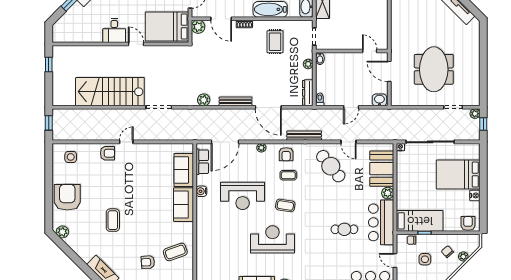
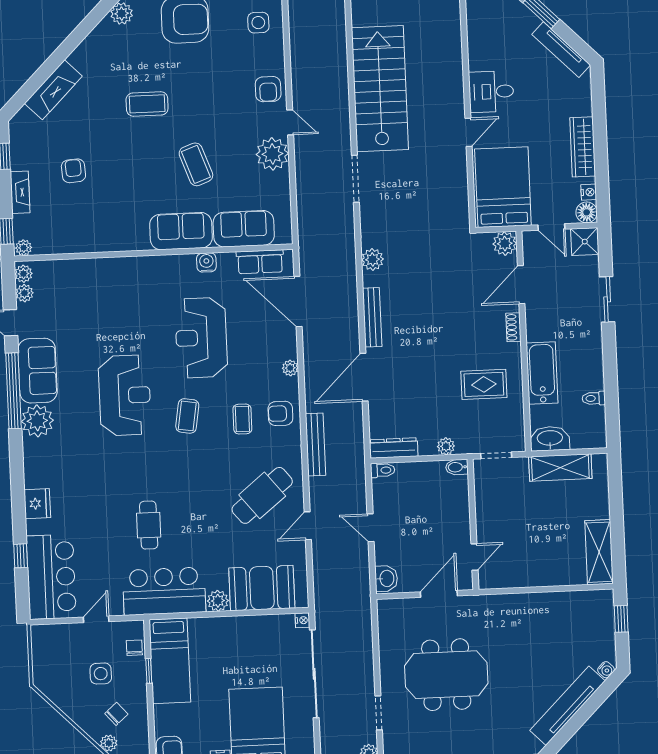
plant: (143, 152) -> (272, 154), added
coffee table: (175, 252) -> (196, 164), moved

